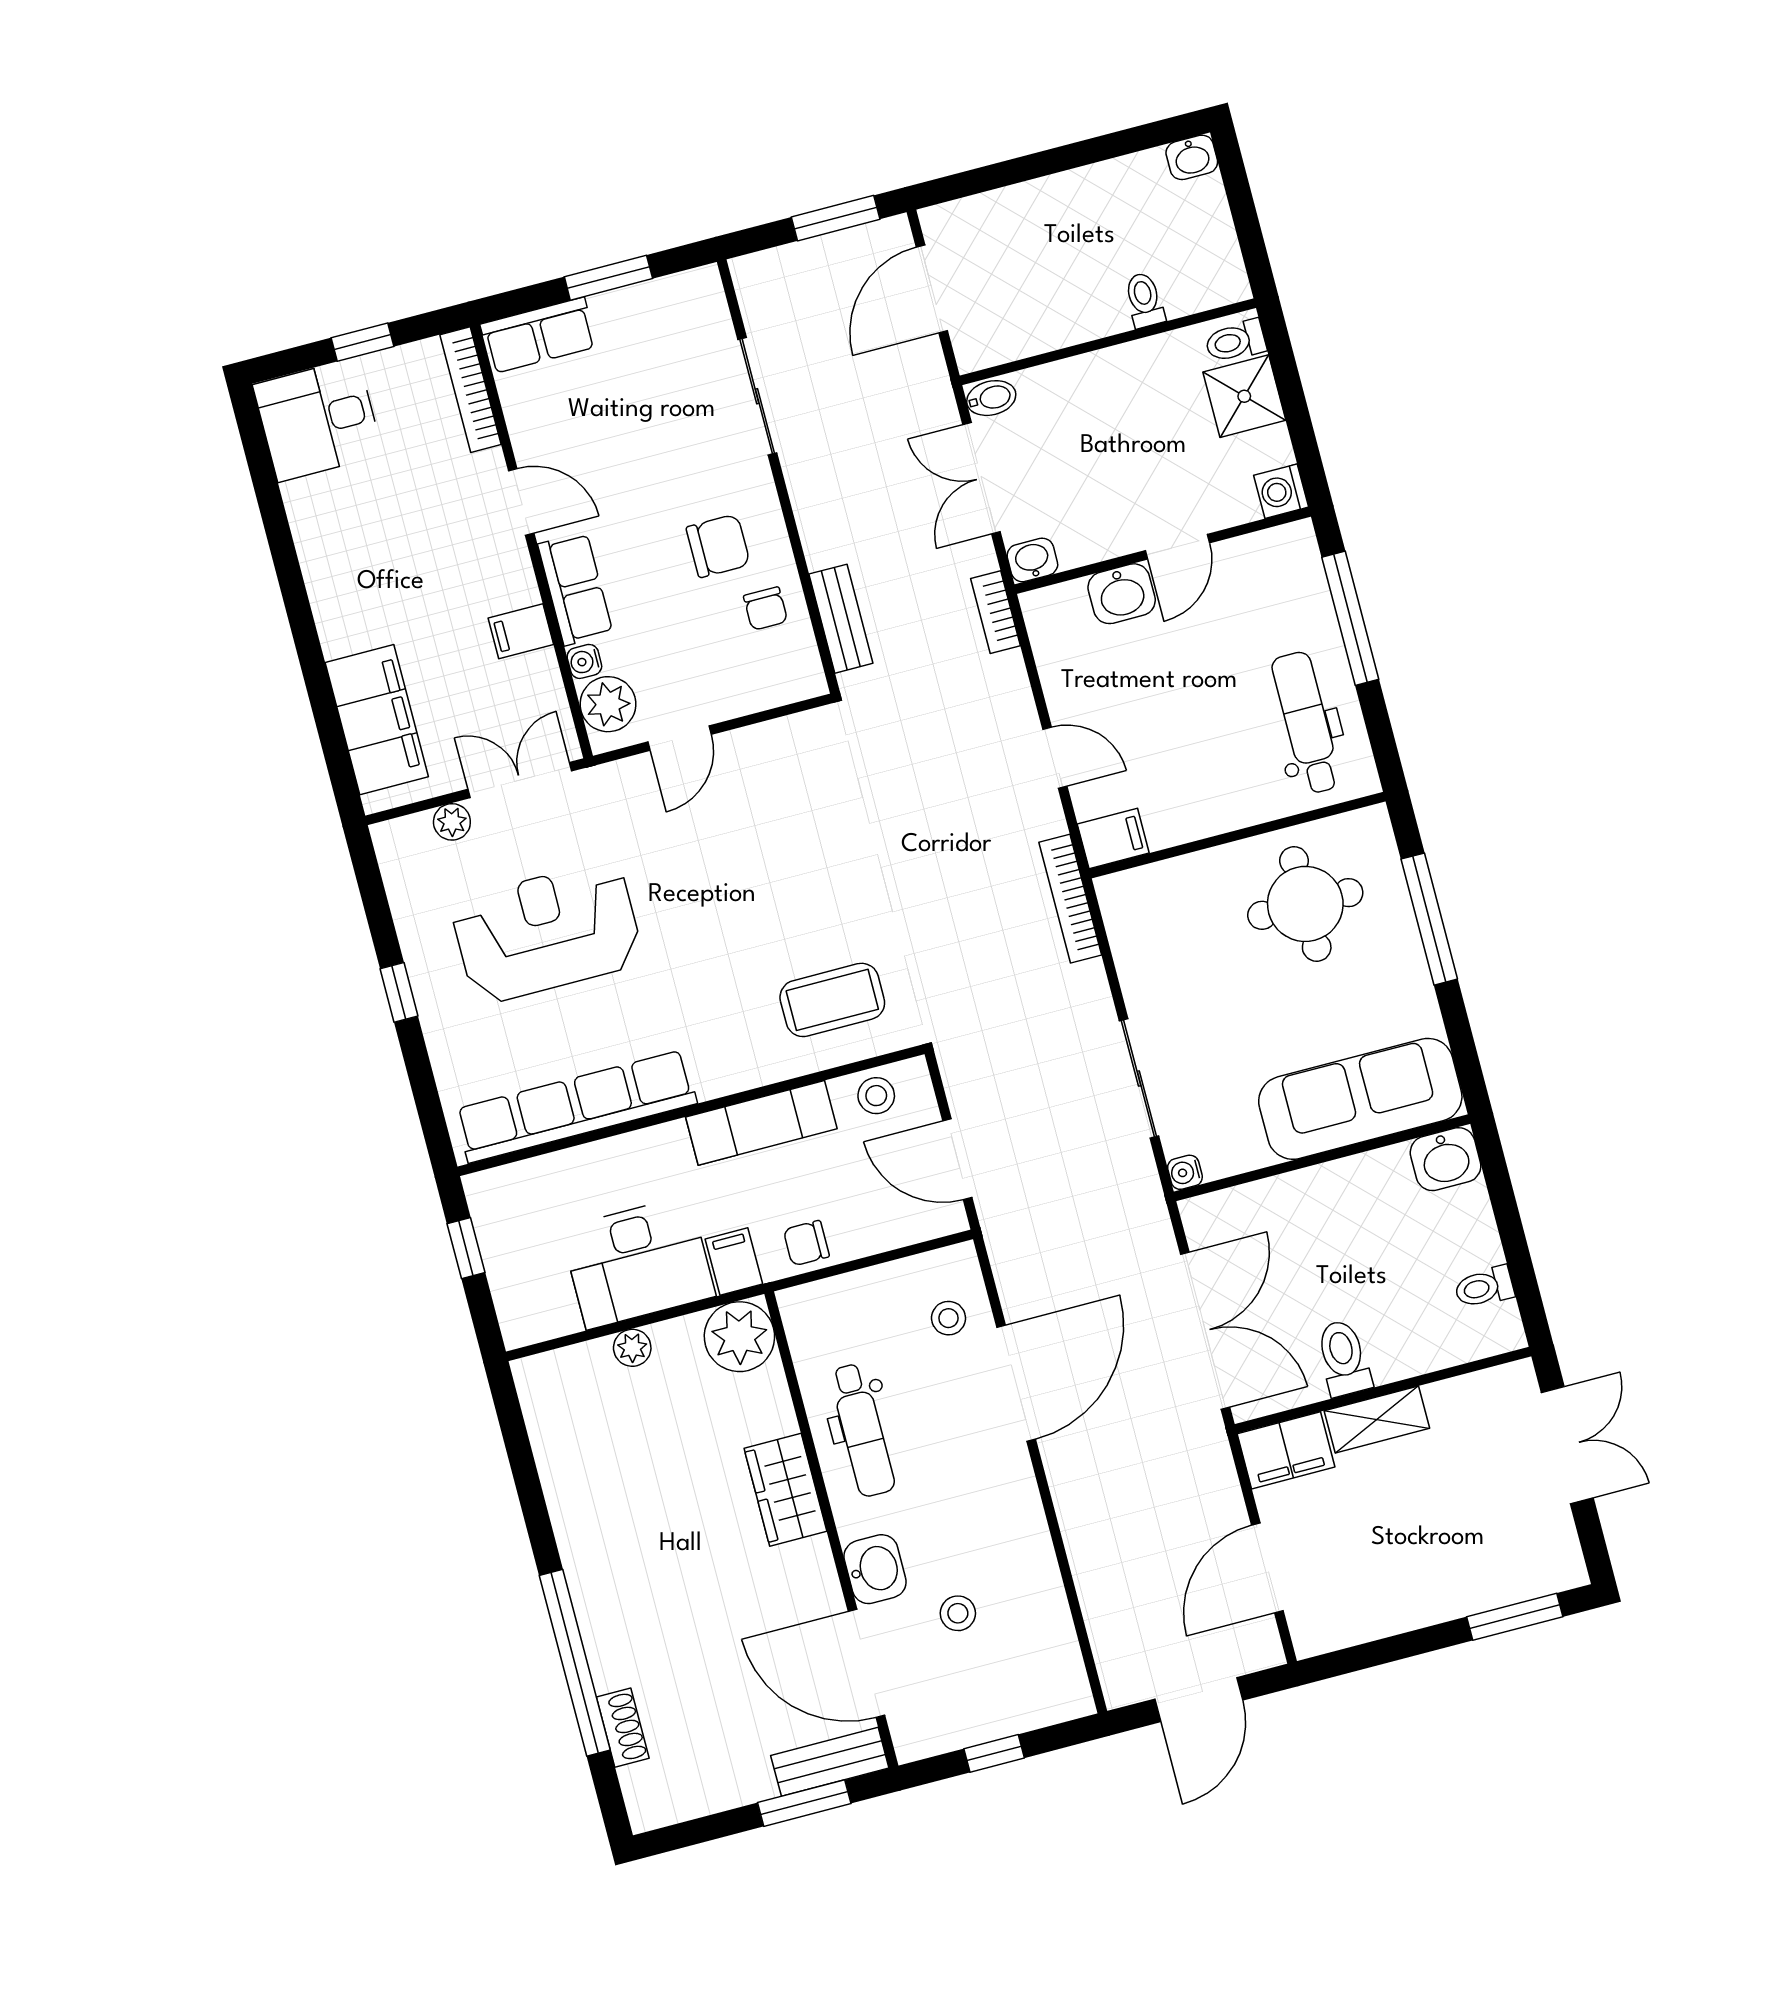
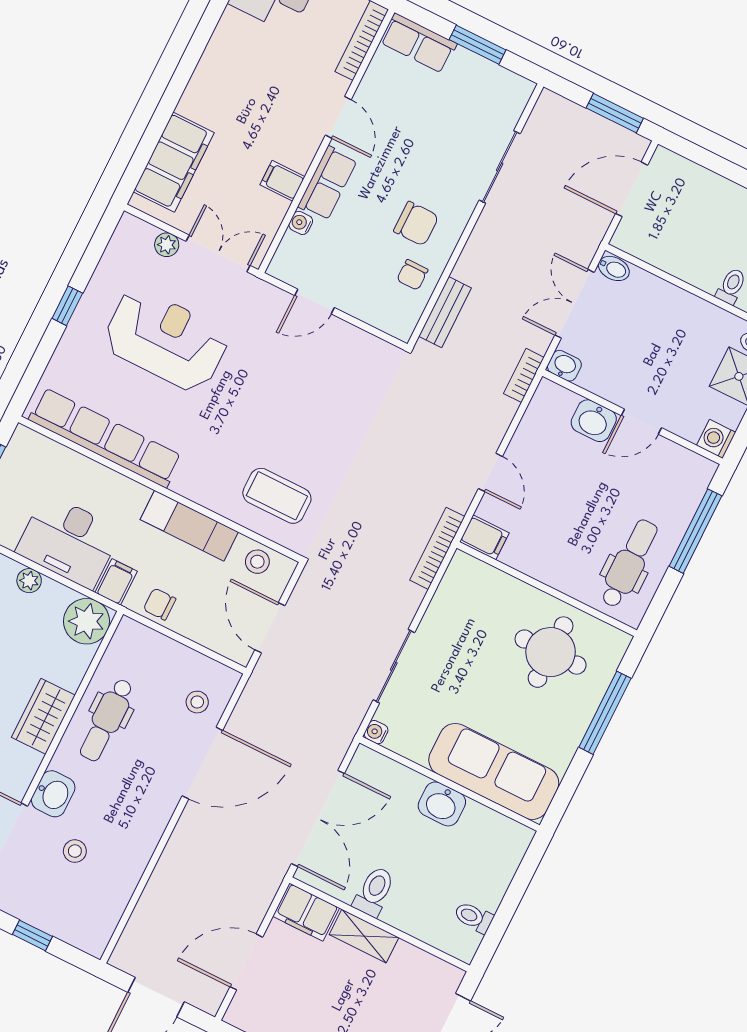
plant: (608, 704) -> (294, 254), removed
washbasin: (1446, 1159) -> (442, 804), moved

